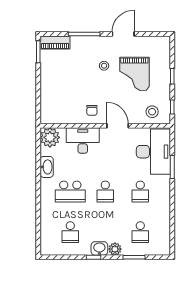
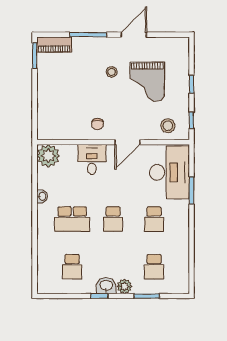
door: (118, 126) -> (127, 142), swing flipped
desk: (83, 141) -> (92, 159), width x0.73
washbasin: (47, 167) -> (42, 196), width x0.52, depth x0.69

